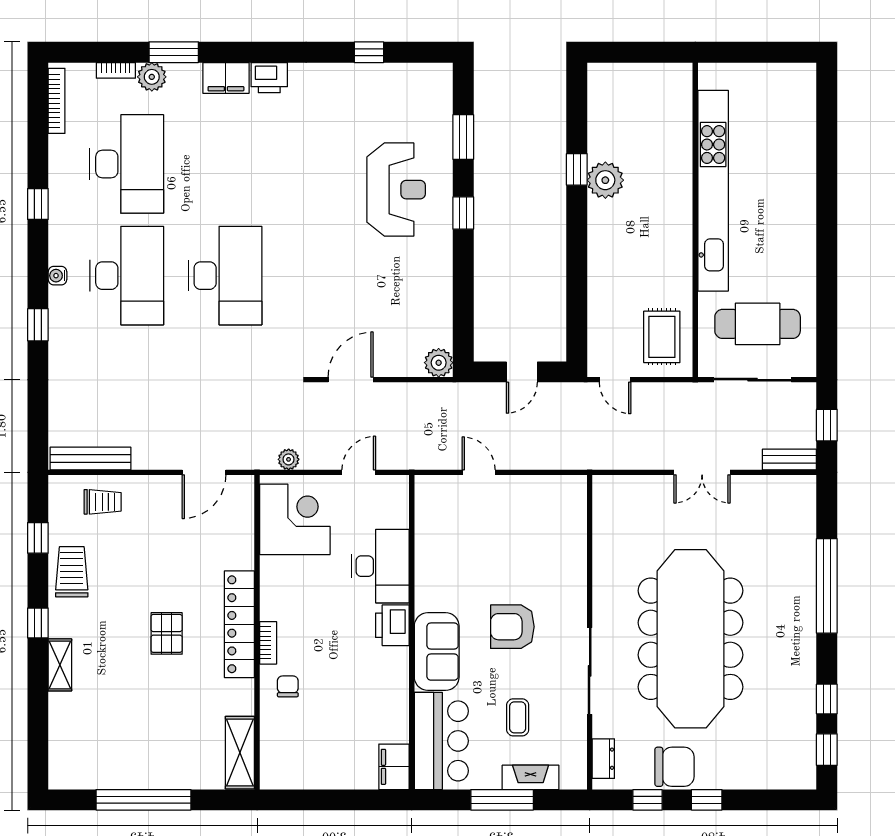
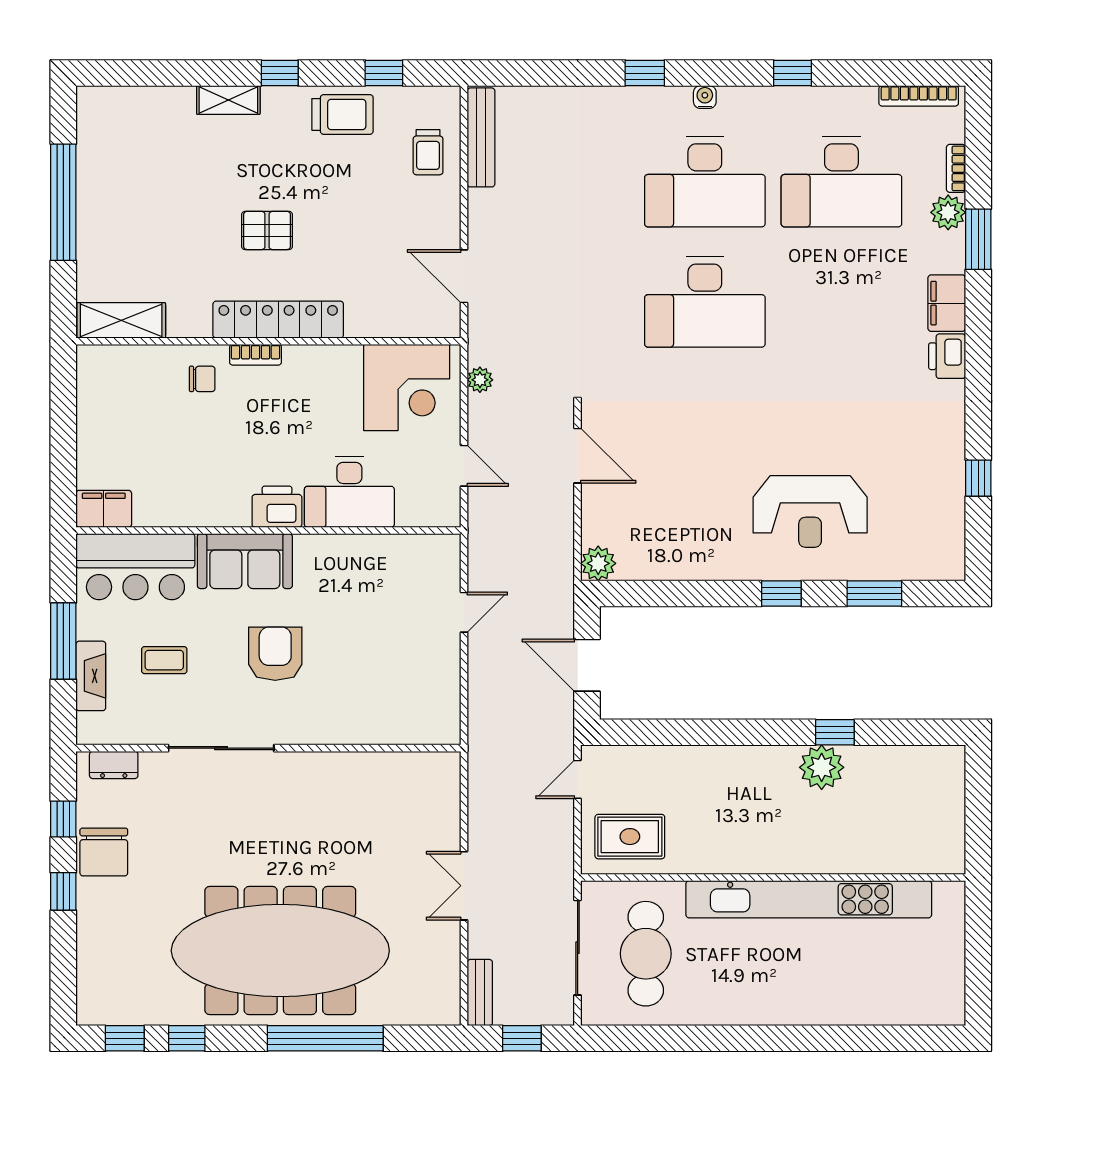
door: (522, 372) -> (587, 665), width x1.37
meeting table: (691, 639) -> (280, 951), moved

